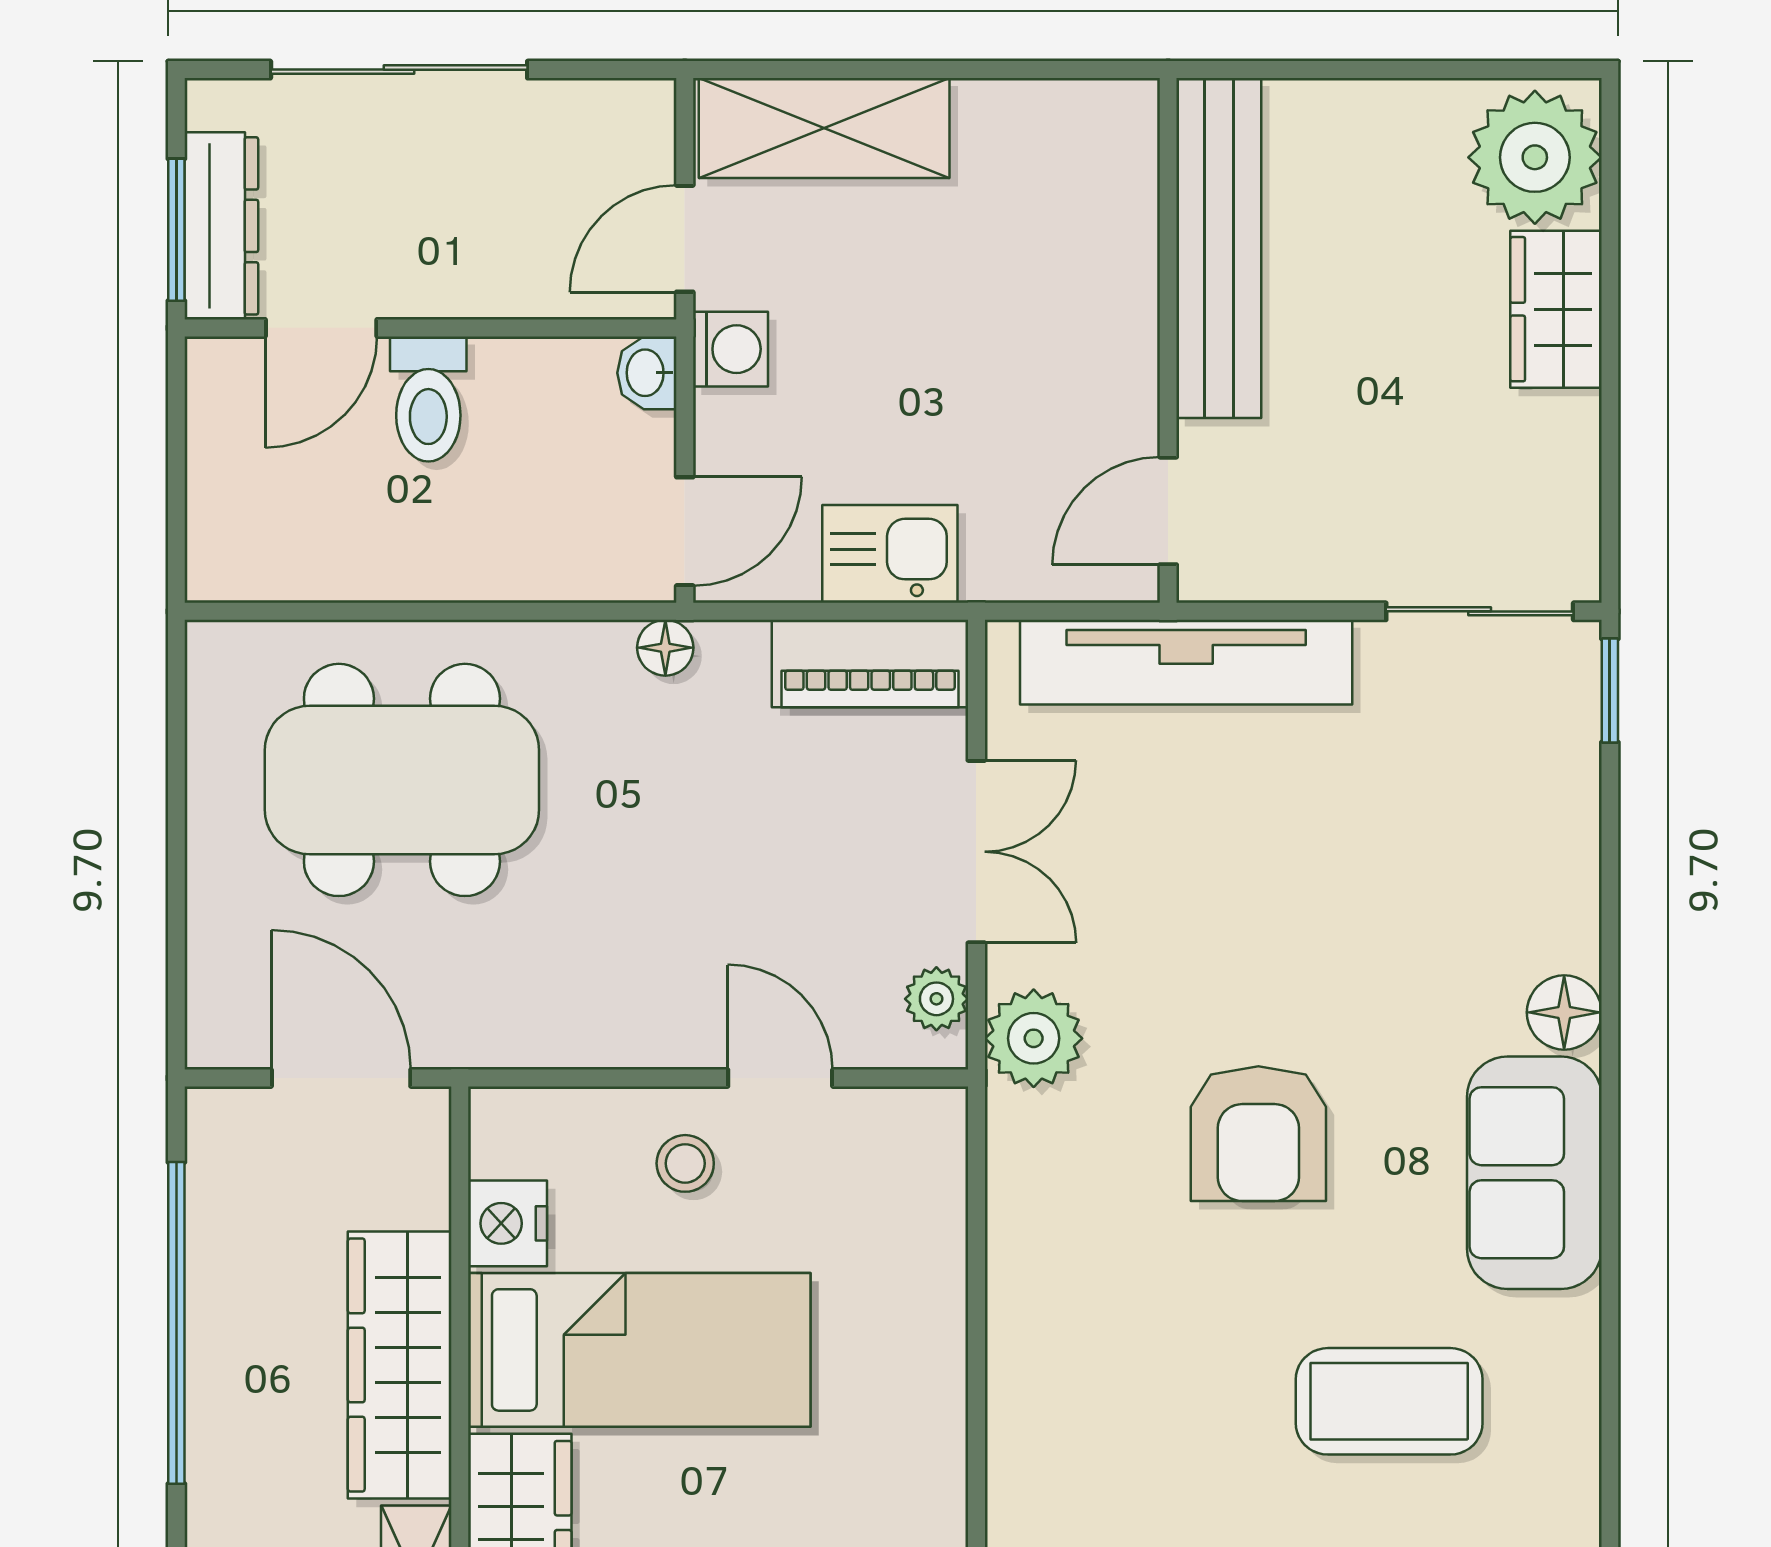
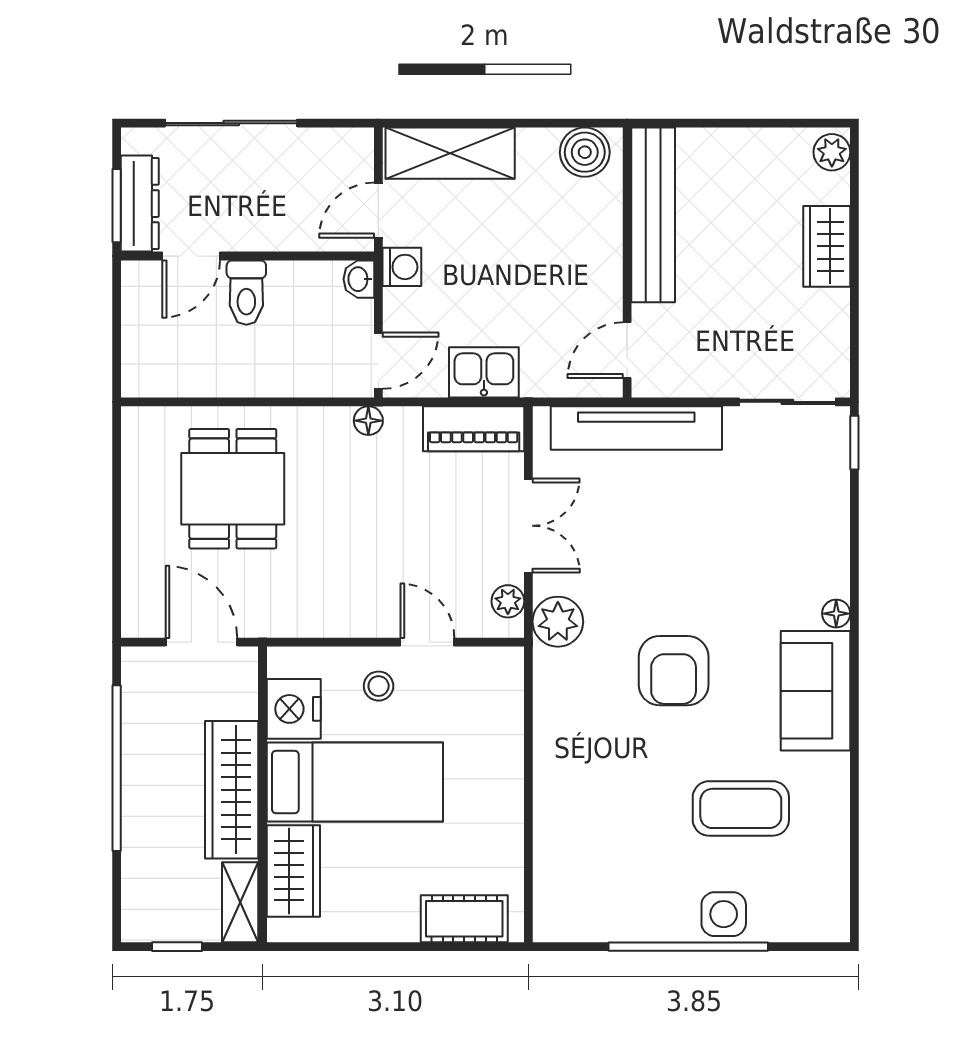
boiler: (1086, 126) -> (585, 152), added
plant: (1535, 157) -> (832, 152), width x0.53, depth x0.53
dining table: (402, 780) -> (233, 489), width x0.73
floor lamp: (1564, 1012) -> (836, 614), width x0.73, depth x0.73
nightstand: (508, 1223) -> (294, 709), width x1.36, depth x1.33

